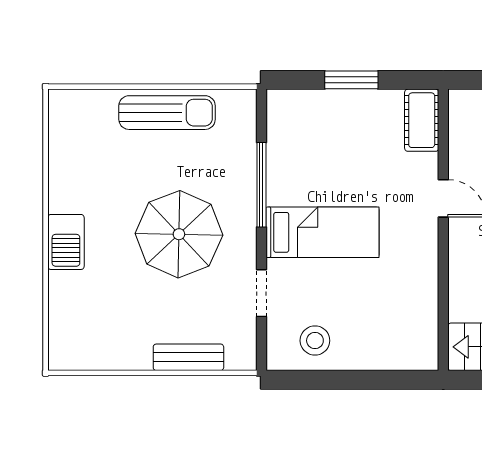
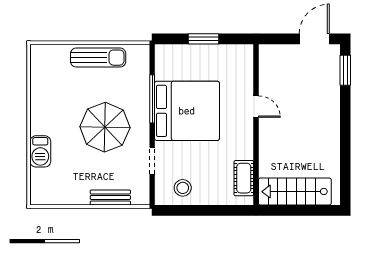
cot: (422, 120) -> (244, 178), moved
bed: (322, 232) -> (187, 111), width x2.04
barbecue: (66, 242) -> (40, 151), moved

